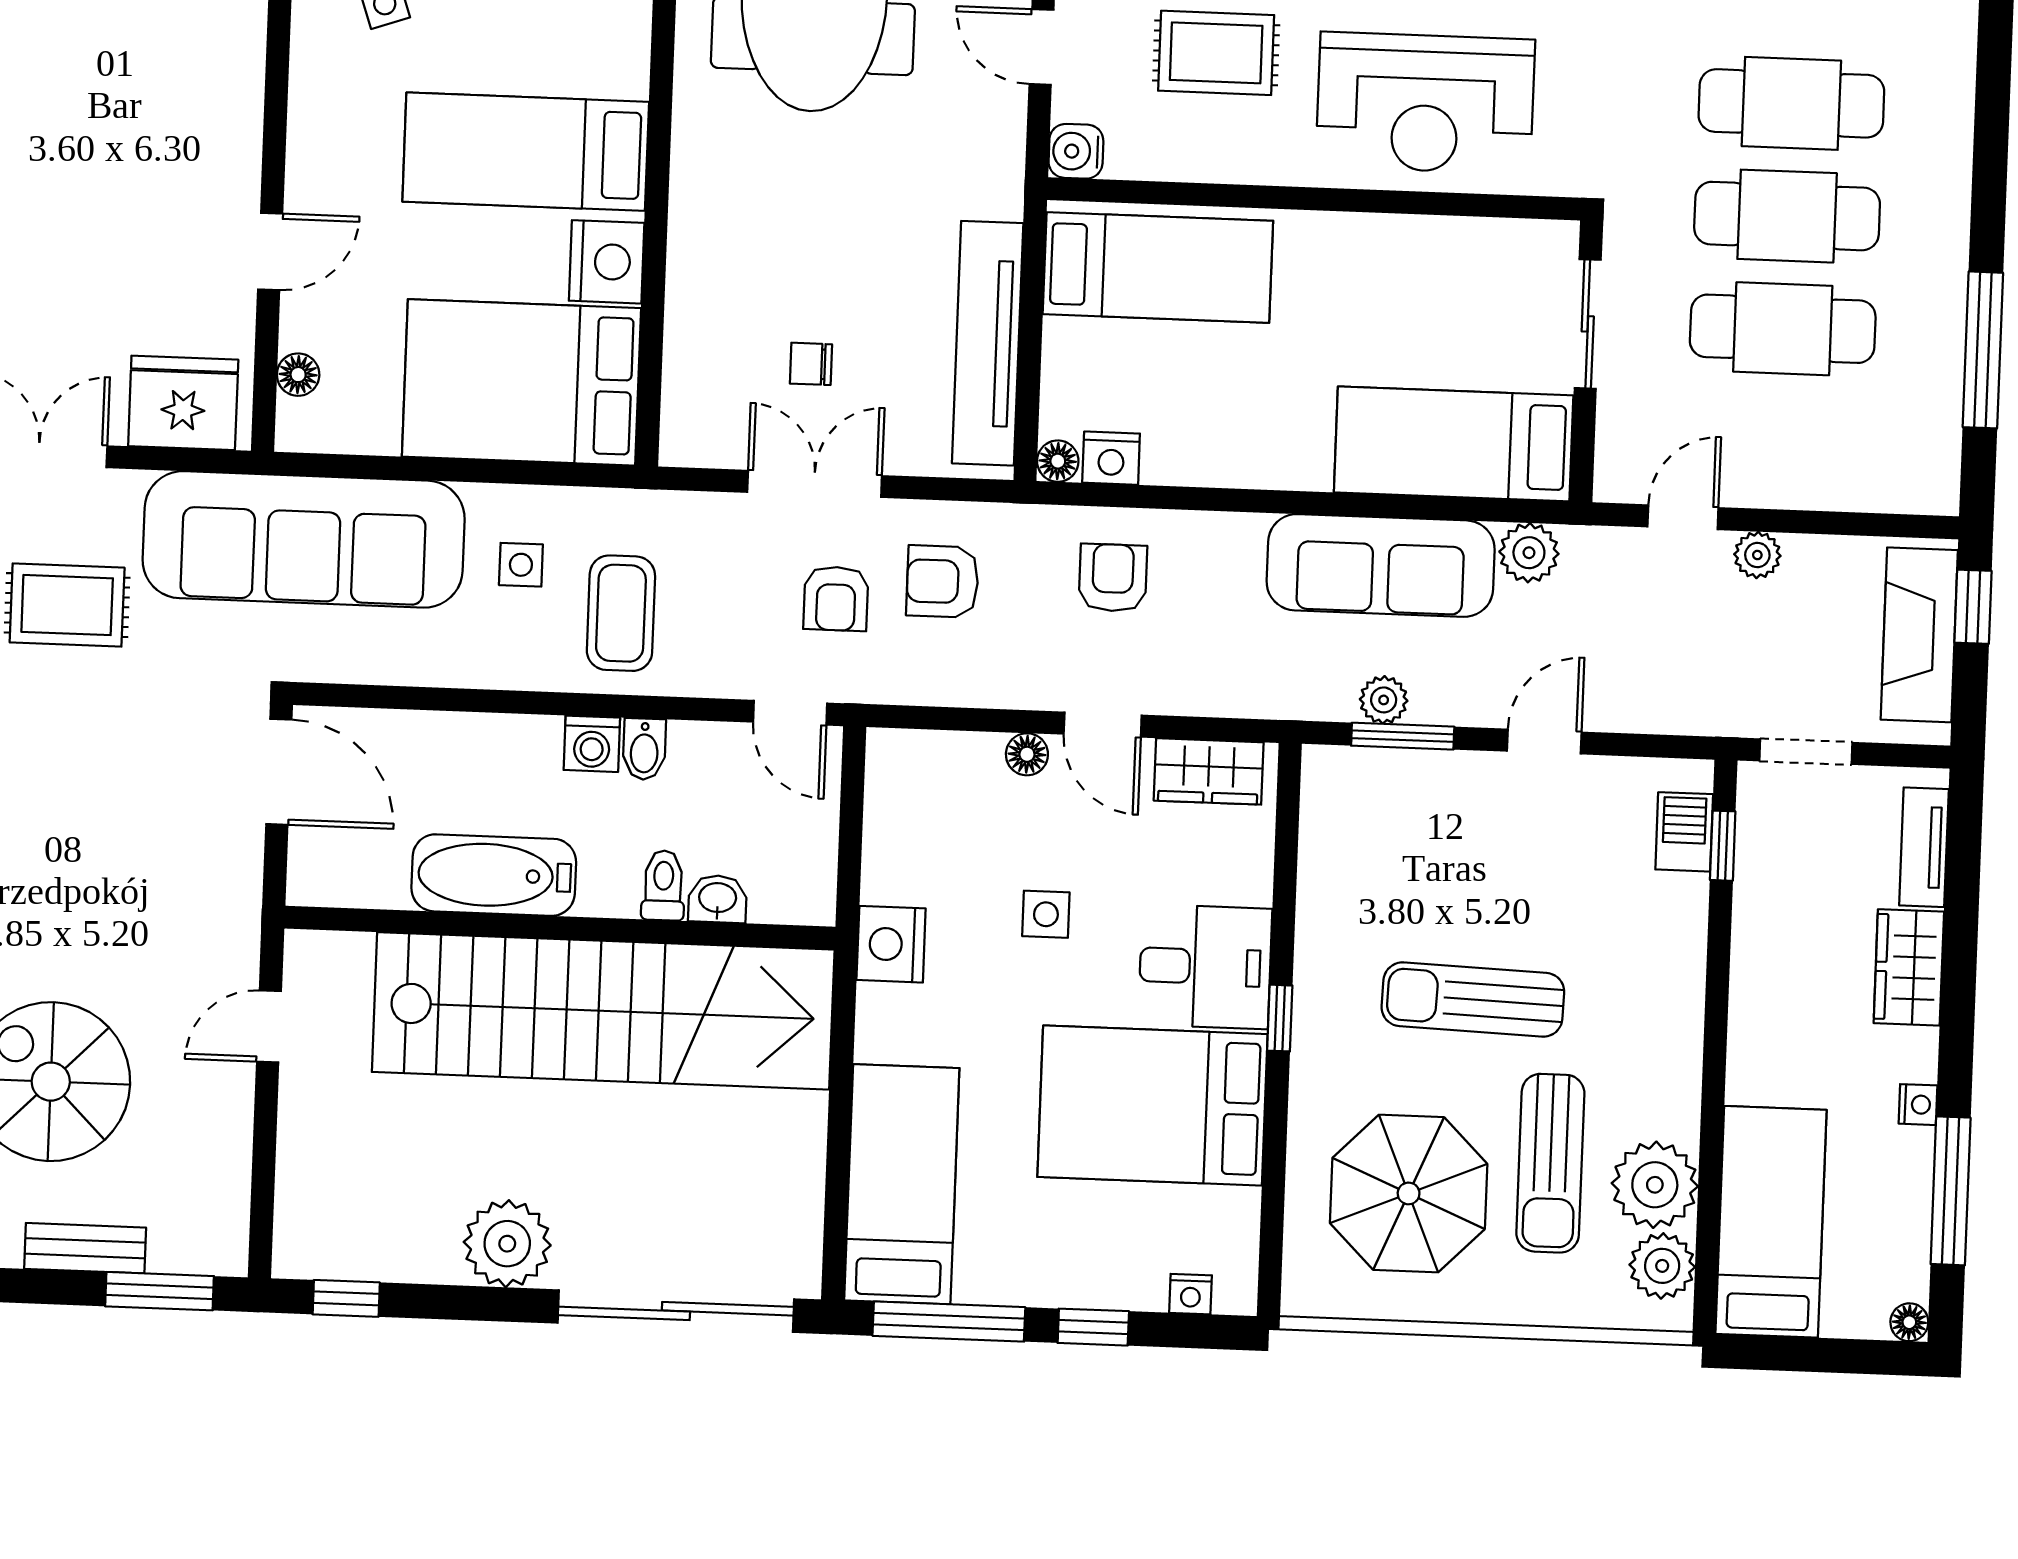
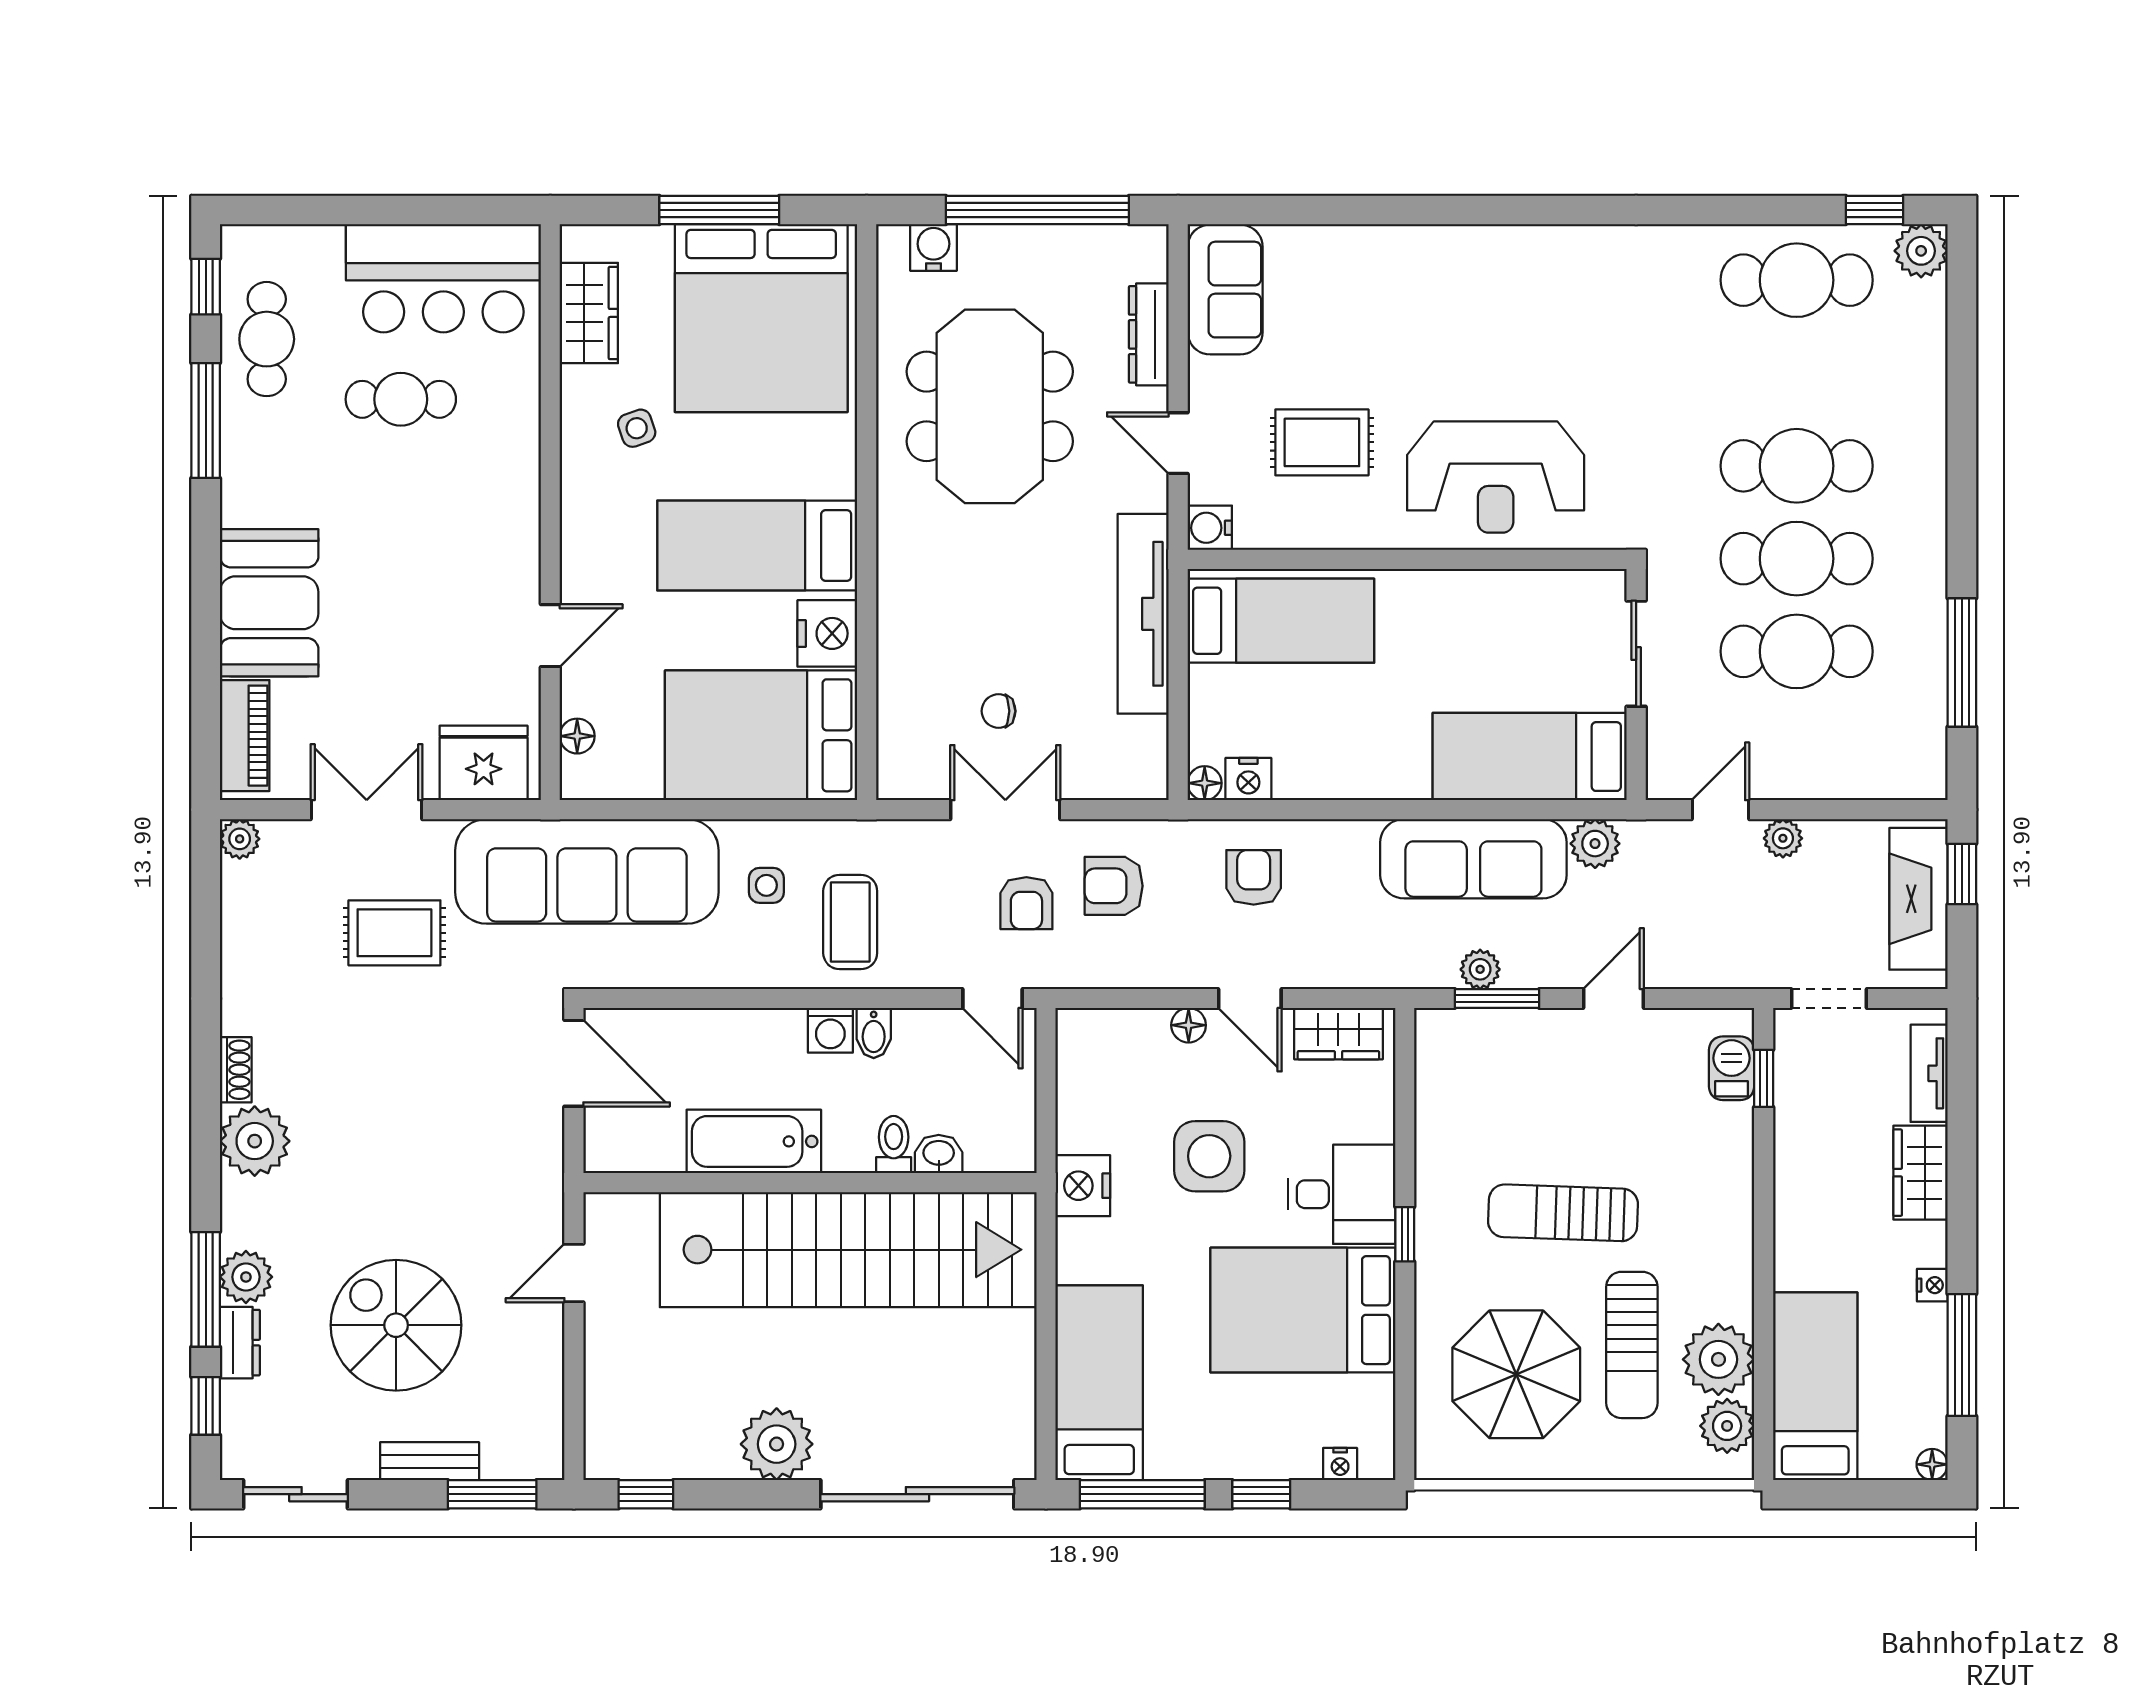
tv unit: (988, 343) -> (1143, 614), moved
side table: (1046, 914) -> (1209, 1156), width x1.87, depth x1.87

